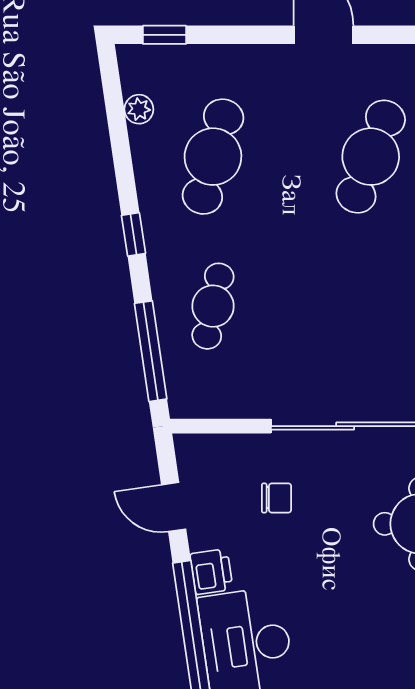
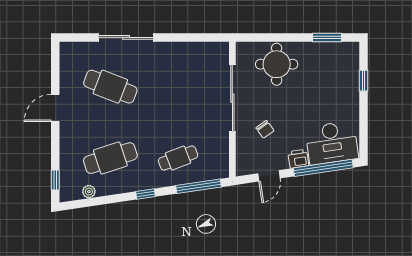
cafe table: (213, 157) -> (110, 158), turned -33
cafe table: (213, 306) -> (178, 158), turned -33
chair: (277, 498) -> (265, 129), turned 144

